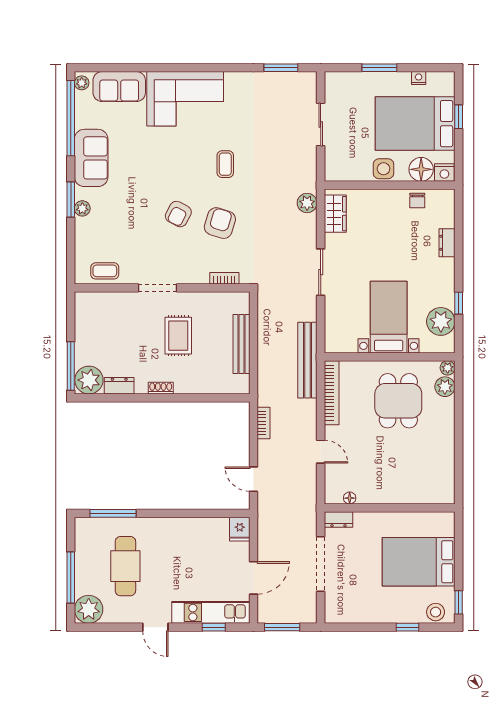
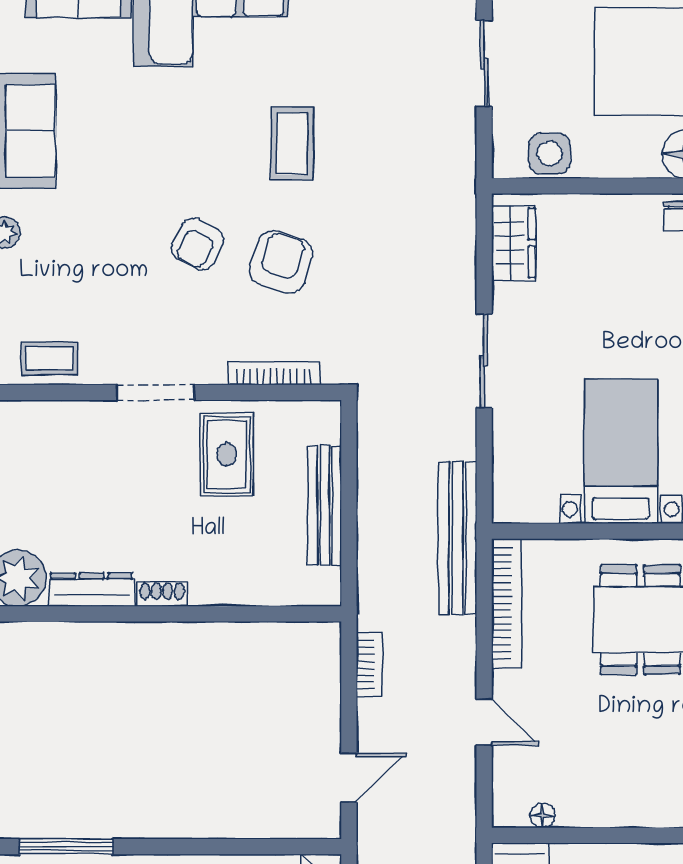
coffee table: (225, 164) -> (292, 143), width x1.36, depth x1.30
side table: (383, 169) -> (550, 153), moved
plant: (307, 203) -> (457, 222), removed
bookcase: (224, 278) -> (274, 373), width x1.56
rug: (178, 336) -> (227, 455), moved
dresser: (119, 386) -> (92, 590), width x1.44
door: (254, 479) -> (349, 778), swing flipped

